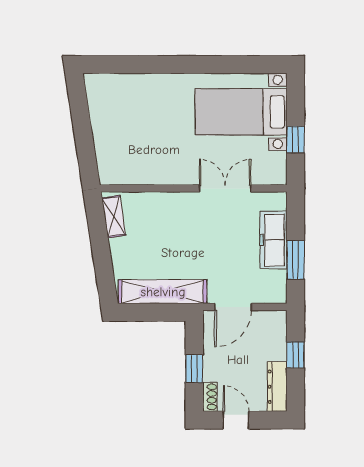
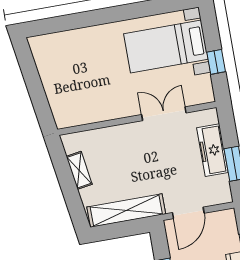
shelving: (114, 217) -> (79, 170), moved

